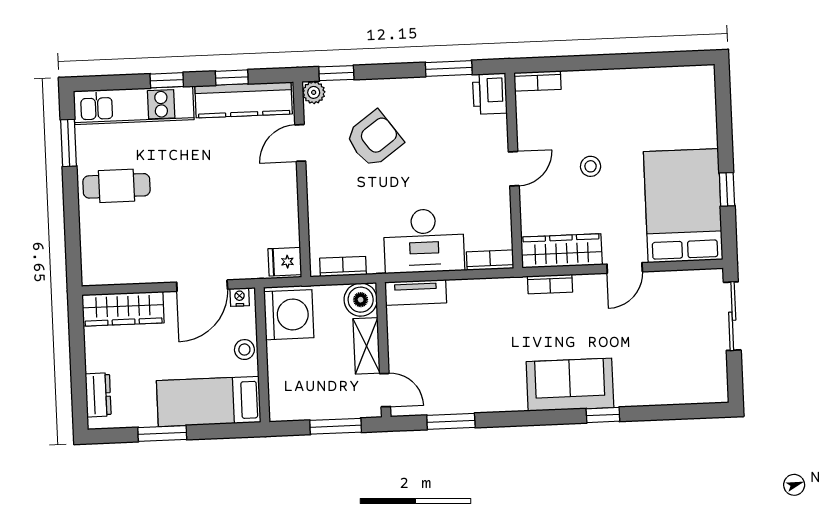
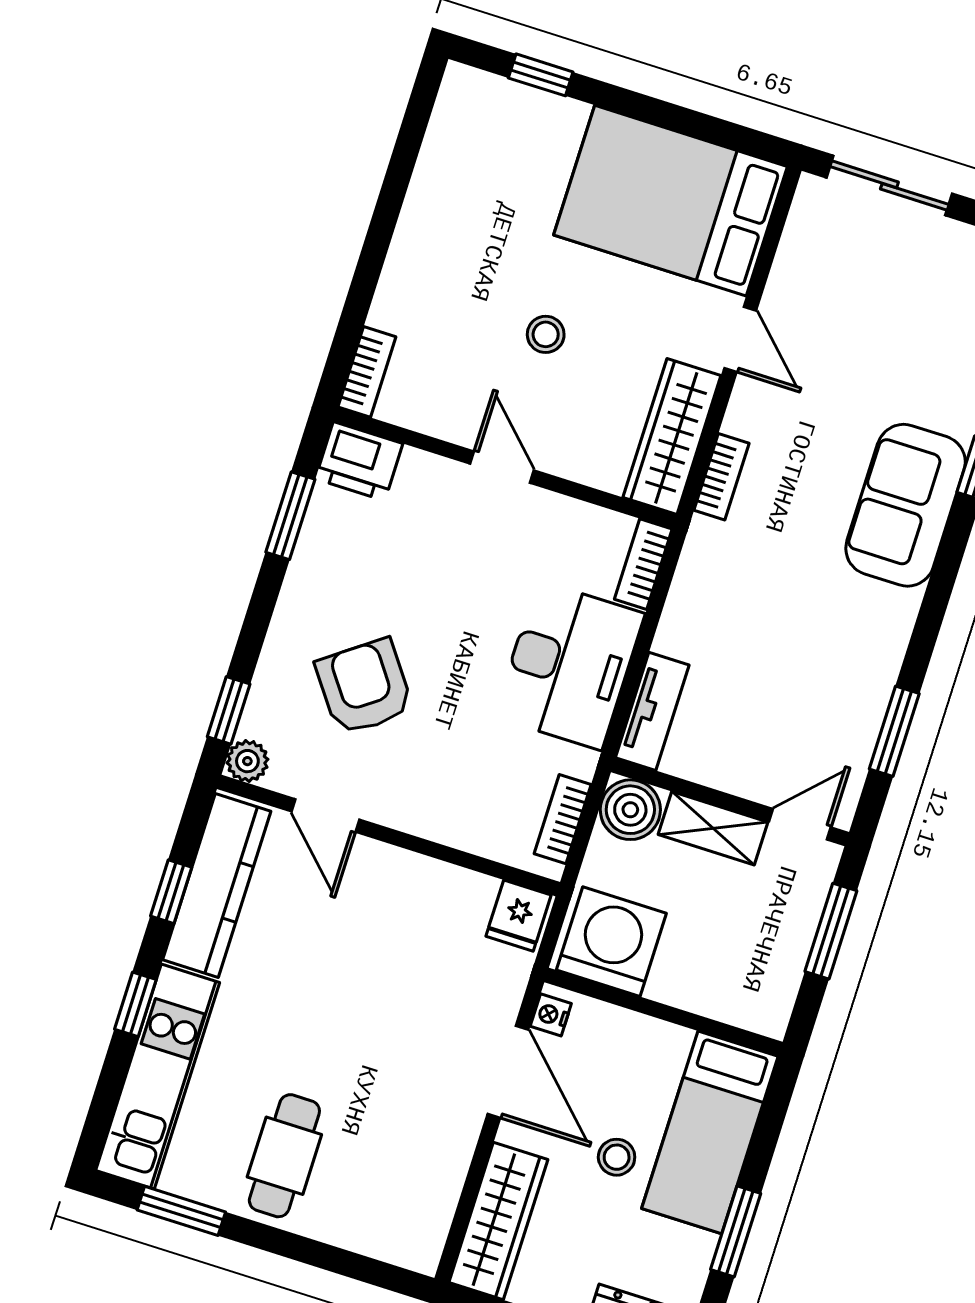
window: (727, 189) -> (541, 75), moved
stool: (244, 350) -> (617, 1157), moved

